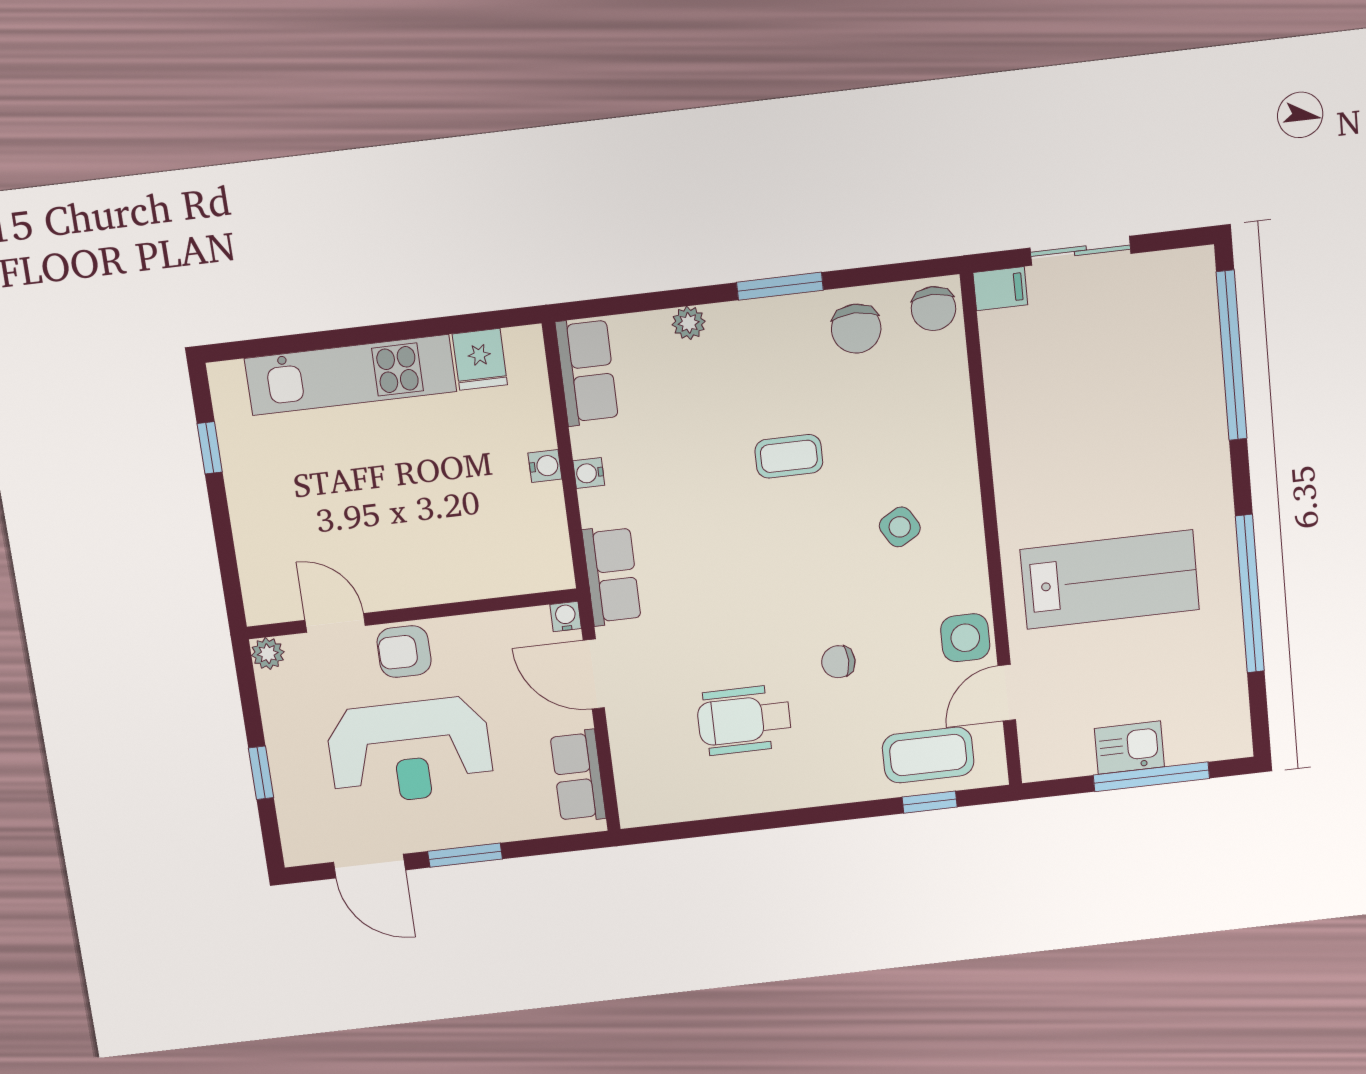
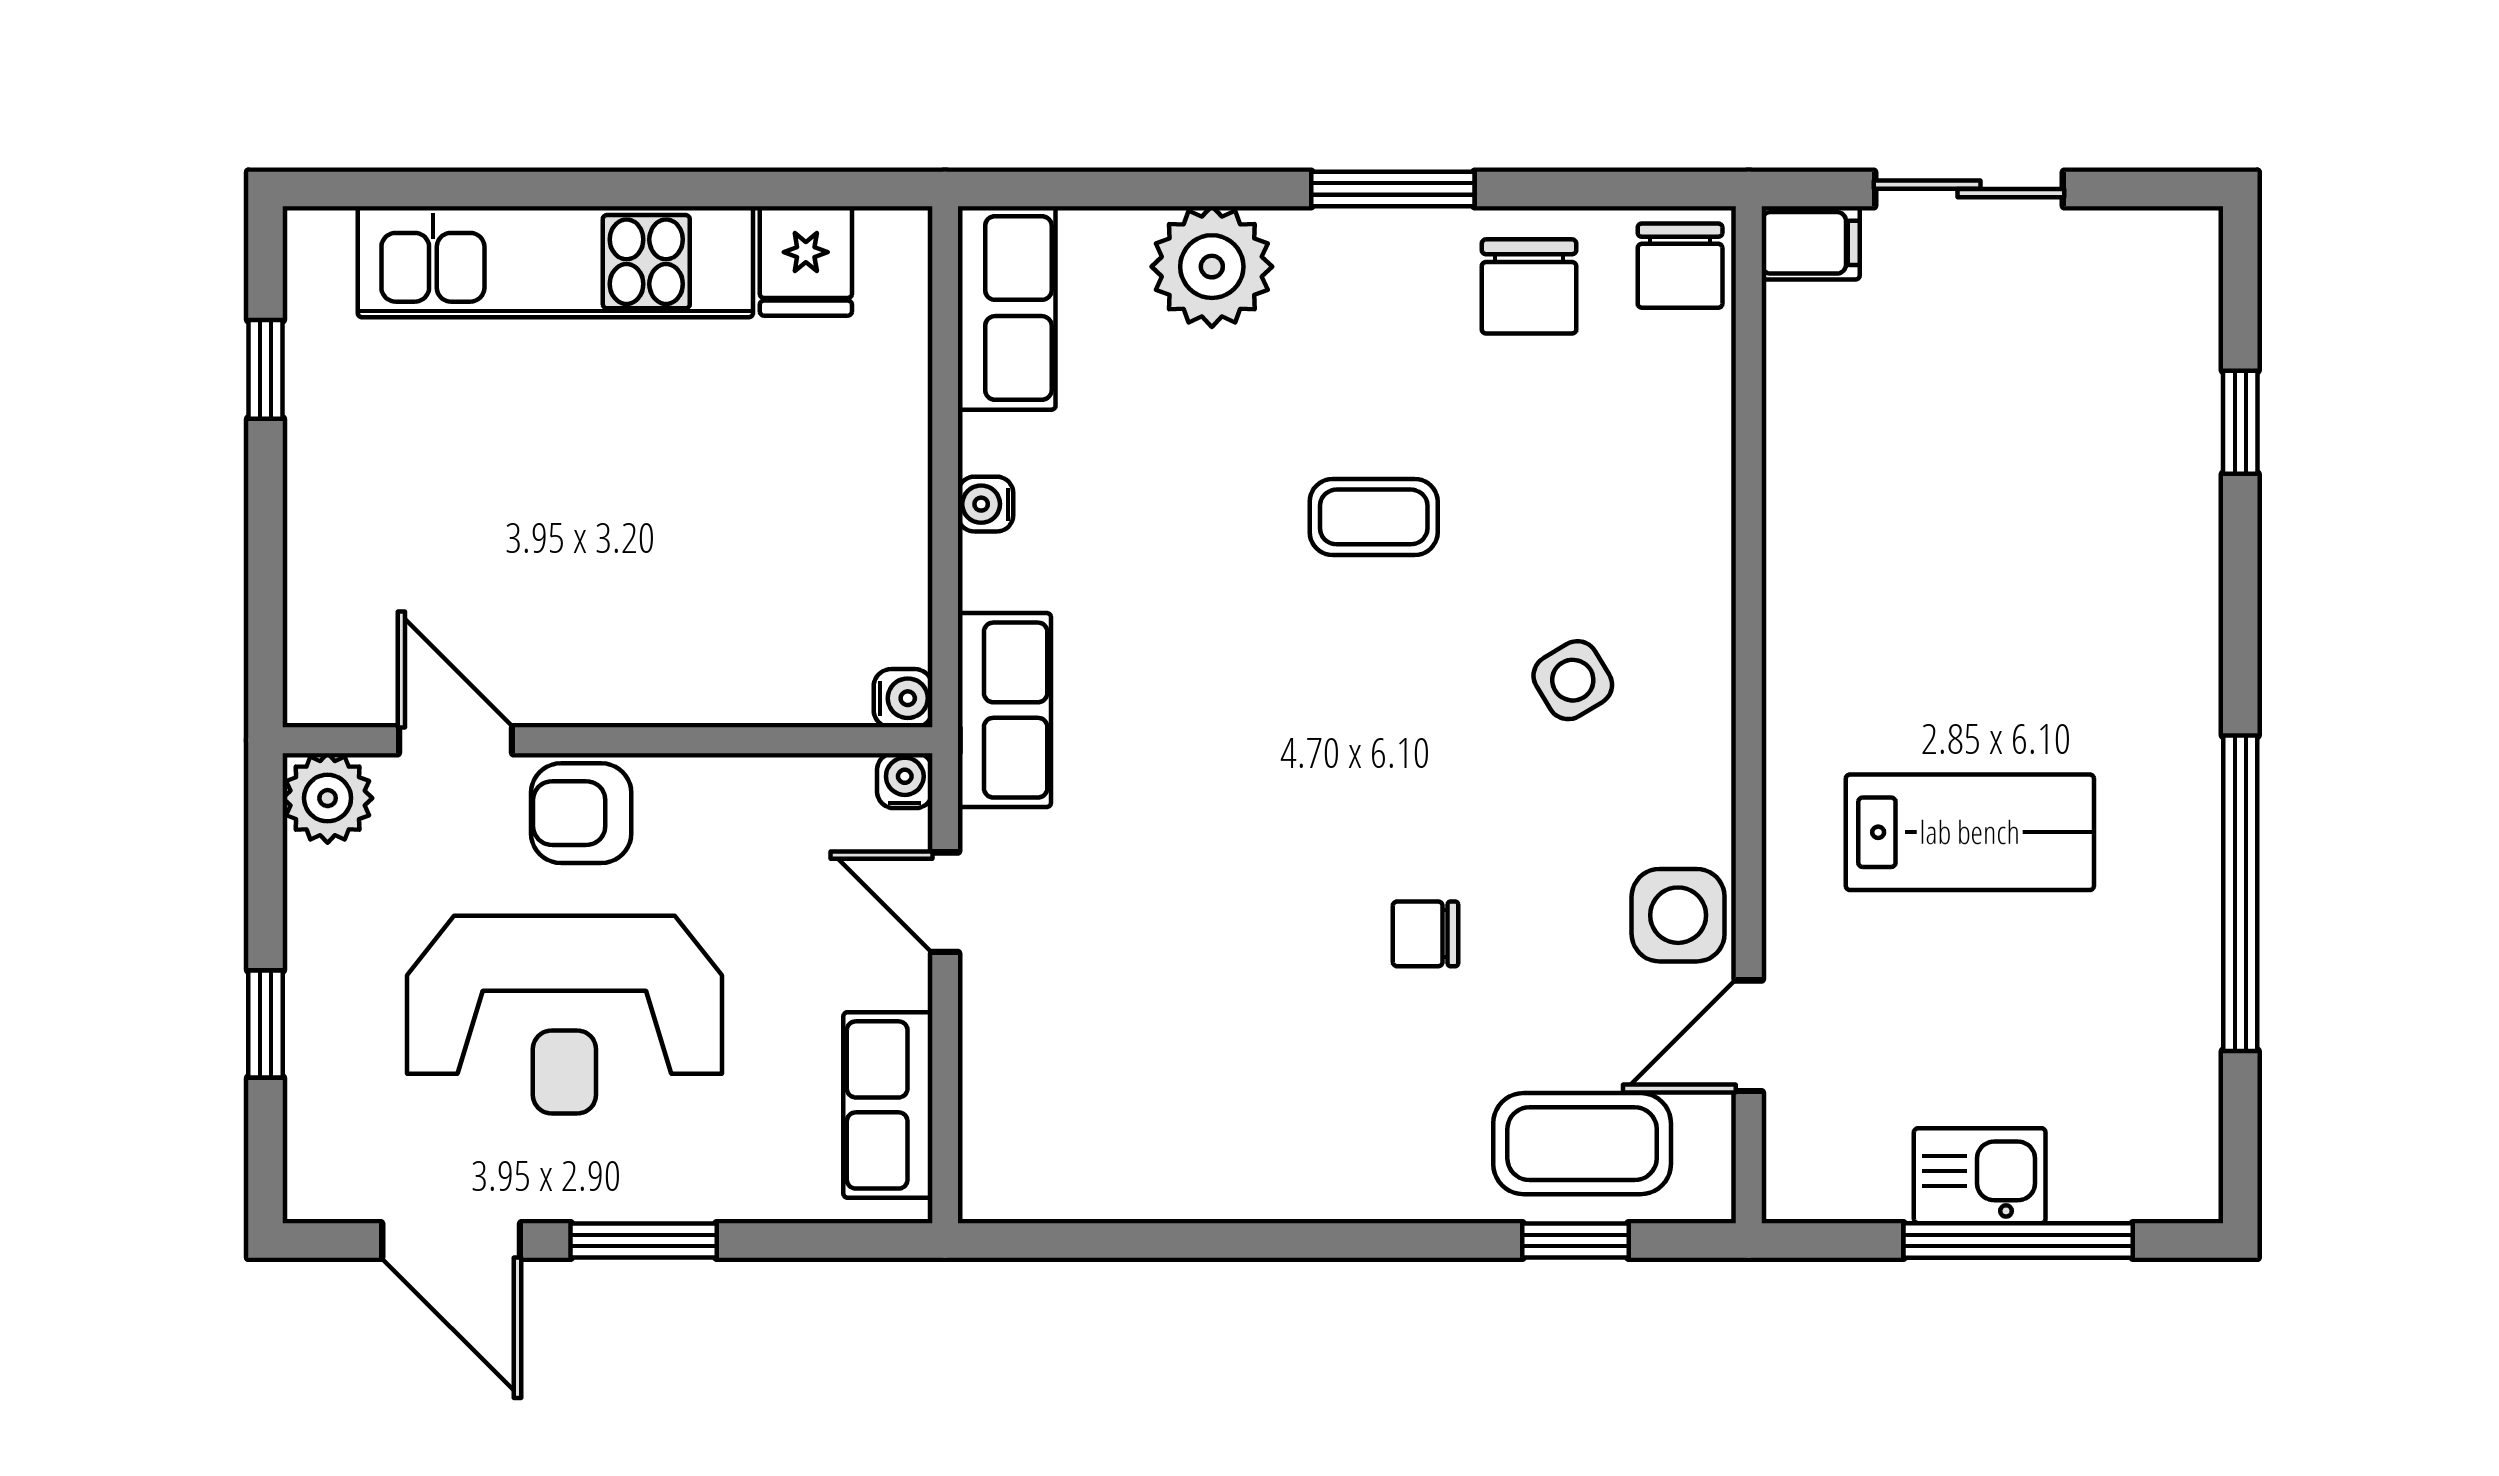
plant: (689, 323) -> (1212, 267), width x1.88, depth x1.88
window: (1232, 356) -> (2240, 422), width x0.32
water cooler: (545, 466) -> (903, 698), moved
lab bench: (1110, 579) -> (1970, 832), width x0.73, depth x0.72
plant: (268, 654) -> (328, 798), width x1.38, depth x1.38
door: (594, 674) -> (945, 902), width x0.73
wheelchair: (744, 720) -> (1228, 1029), removed

